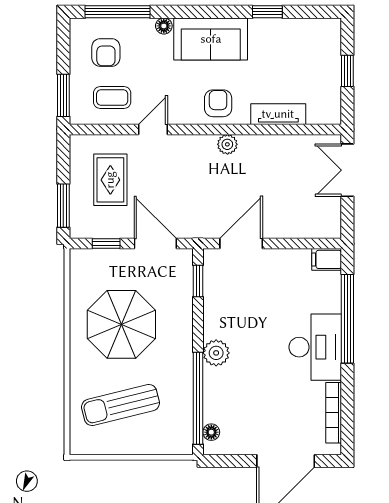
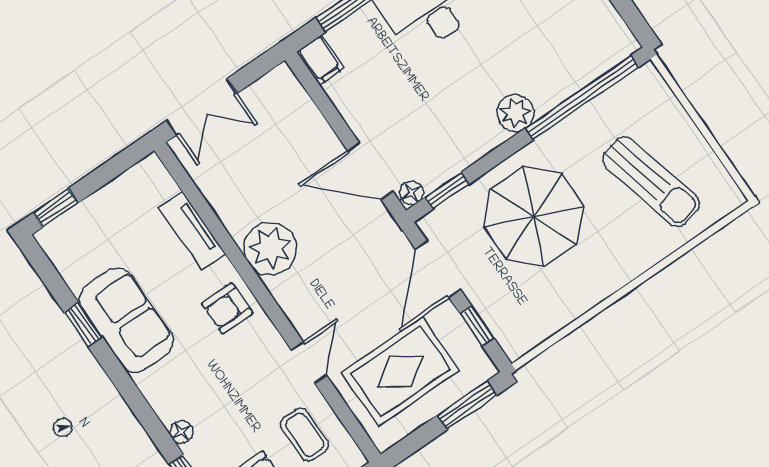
sofa: (211, 39) -> (126, 320), moved
window: (347, 71) -> (56, 208), moved
door: (153, 129) -> (309, 363), swing flipped
plant: (227, 144) -> (270, 248), width x1.87, depth x1.87
rug: (110, 180) -> (400, 372), width x1.36, depth x1.43
parasol: (121, 324) -> (534, 216), moved
floor lamp: (211, 432) -> (412, 193), moved

